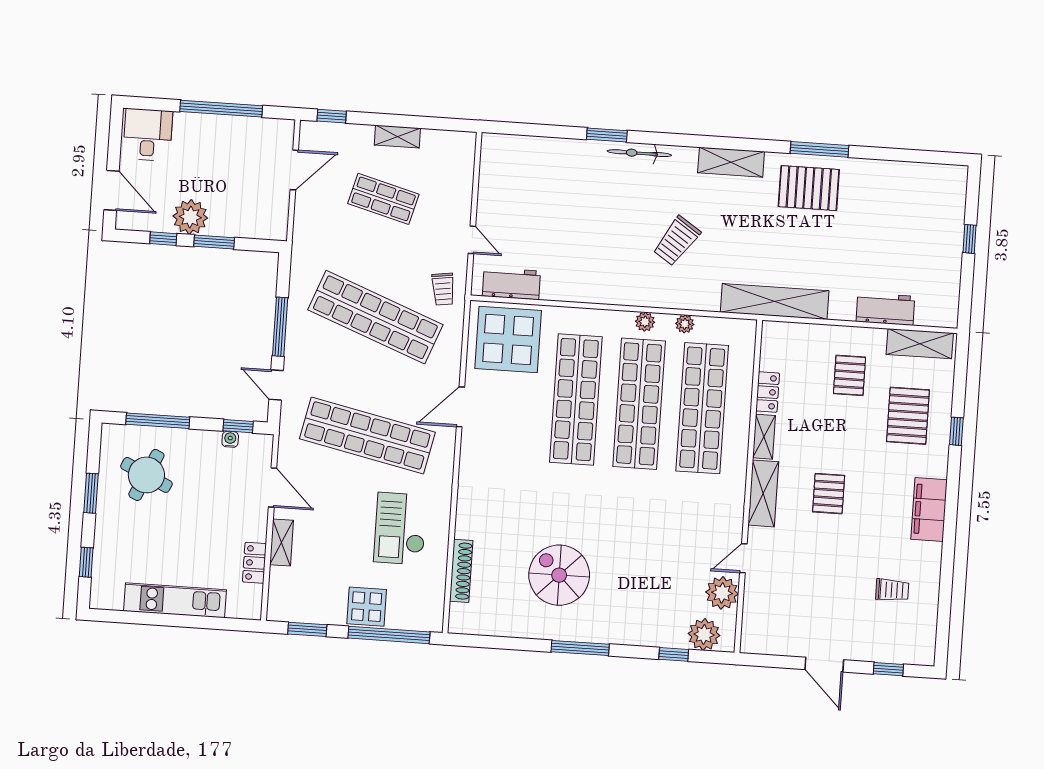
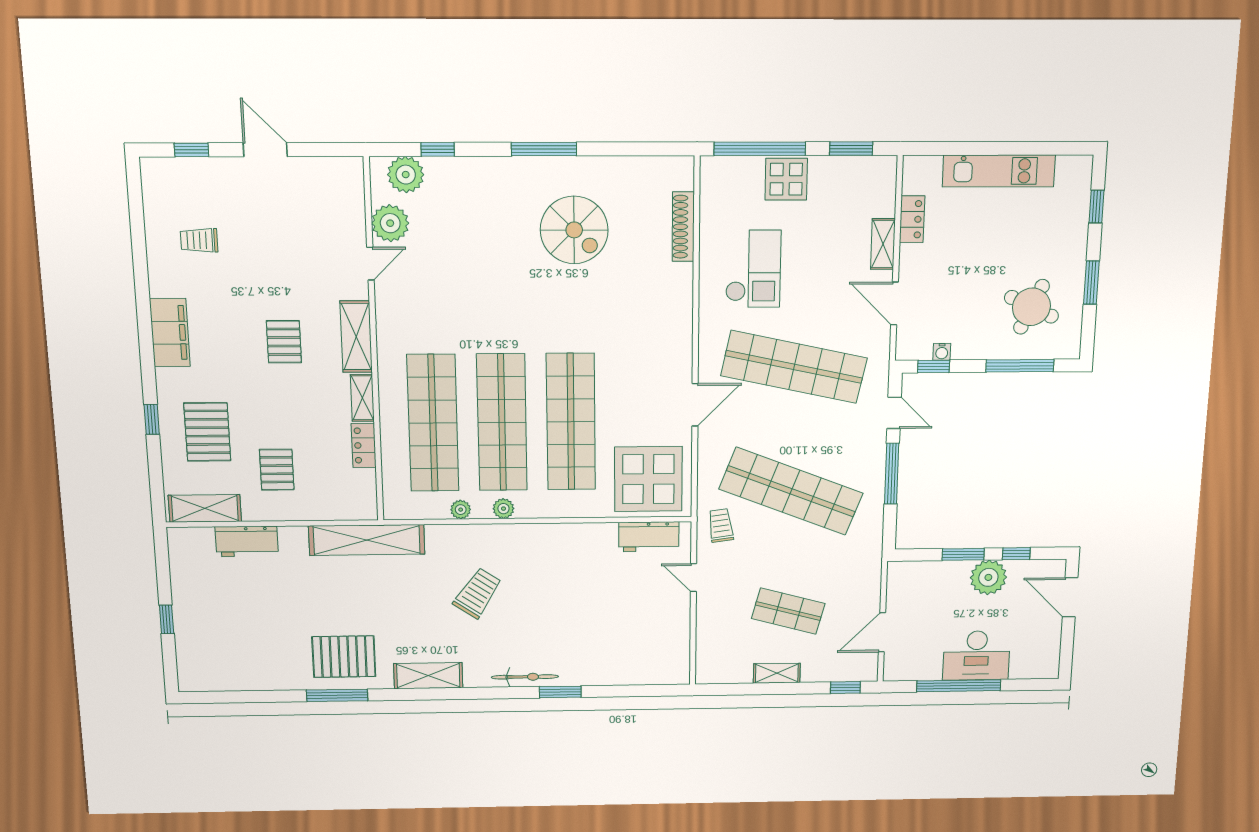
desk: (148, 135) -> (976, 656), moved, width x1.37

